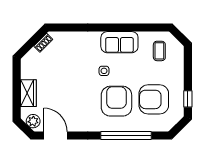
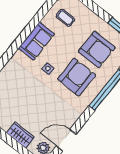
armchair: (154, 99) -> (97, 49), turned -90
armchair: (116, 101) -> (77, 77), turned 90

